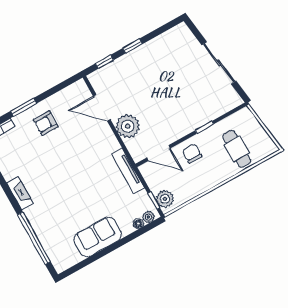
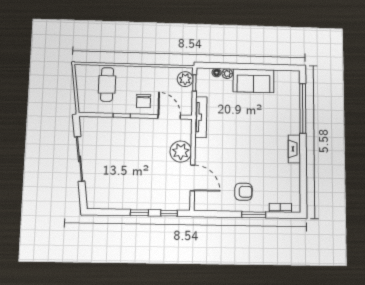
plant: (148, 217) -> (227, 74), moved

